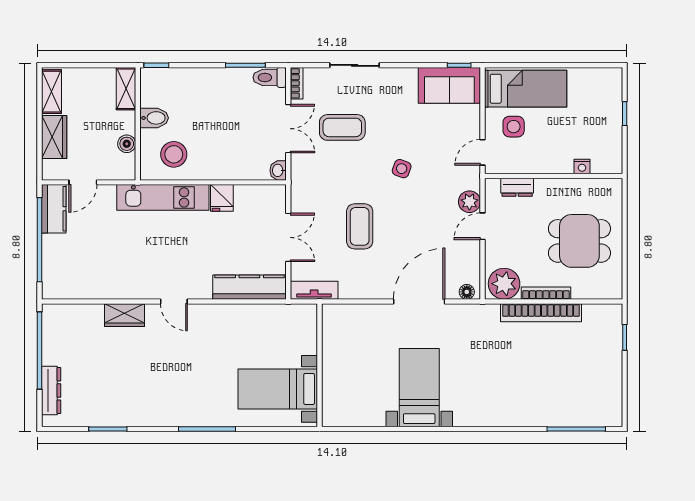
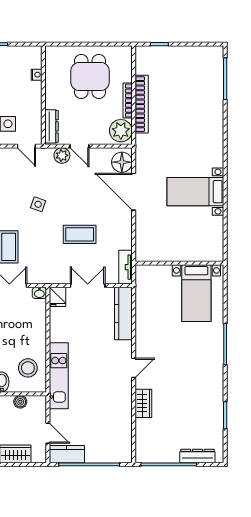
dresser: (517, 187) -> (52, 126), width x1.44
fridge: (222, 198) -> (58, 297), moved, turned 90
floor lamp: (467, 292) -> (122, 162), width x1.89, depth x1.89

